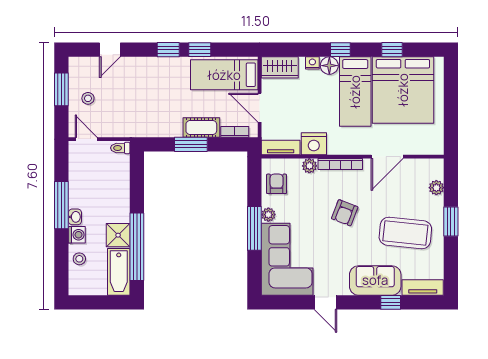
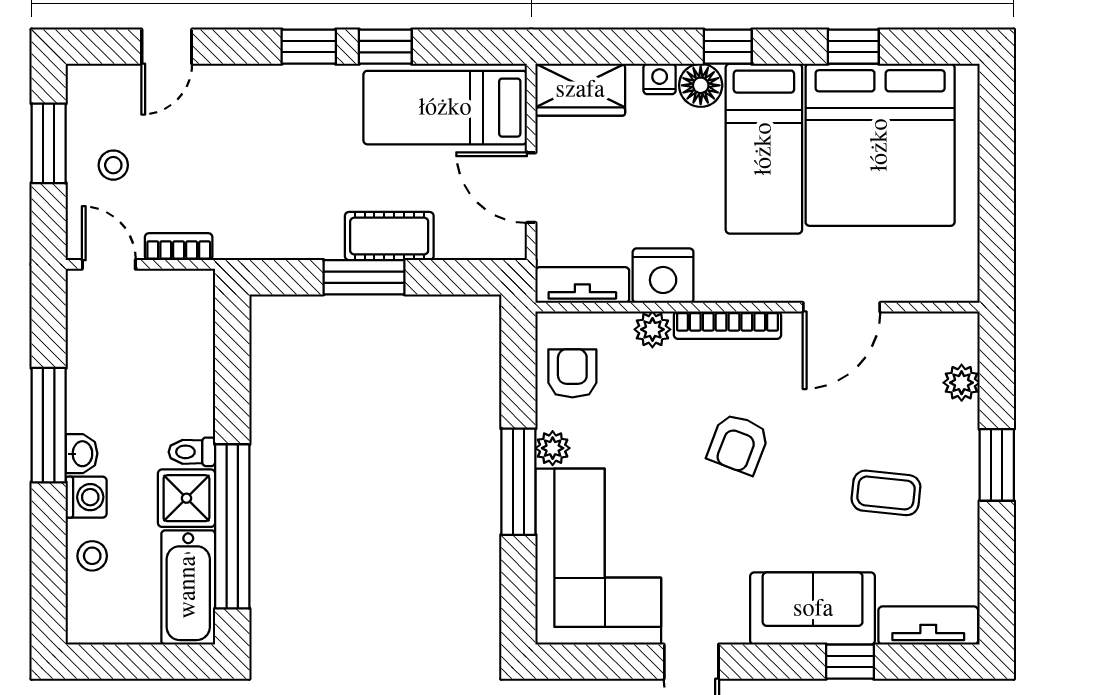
bookcase: (235, 132) -> (179, 247), moved
toilet: (120, 148) -> (192, 452), moved
coffee table: (405, 233) -> (886, 493), width x0.54, depth x0.58

